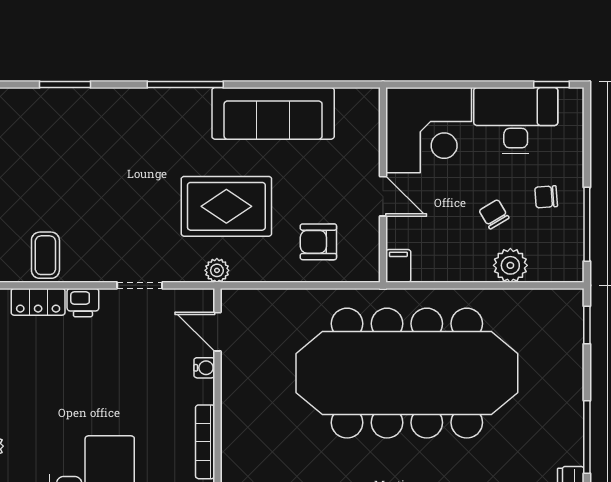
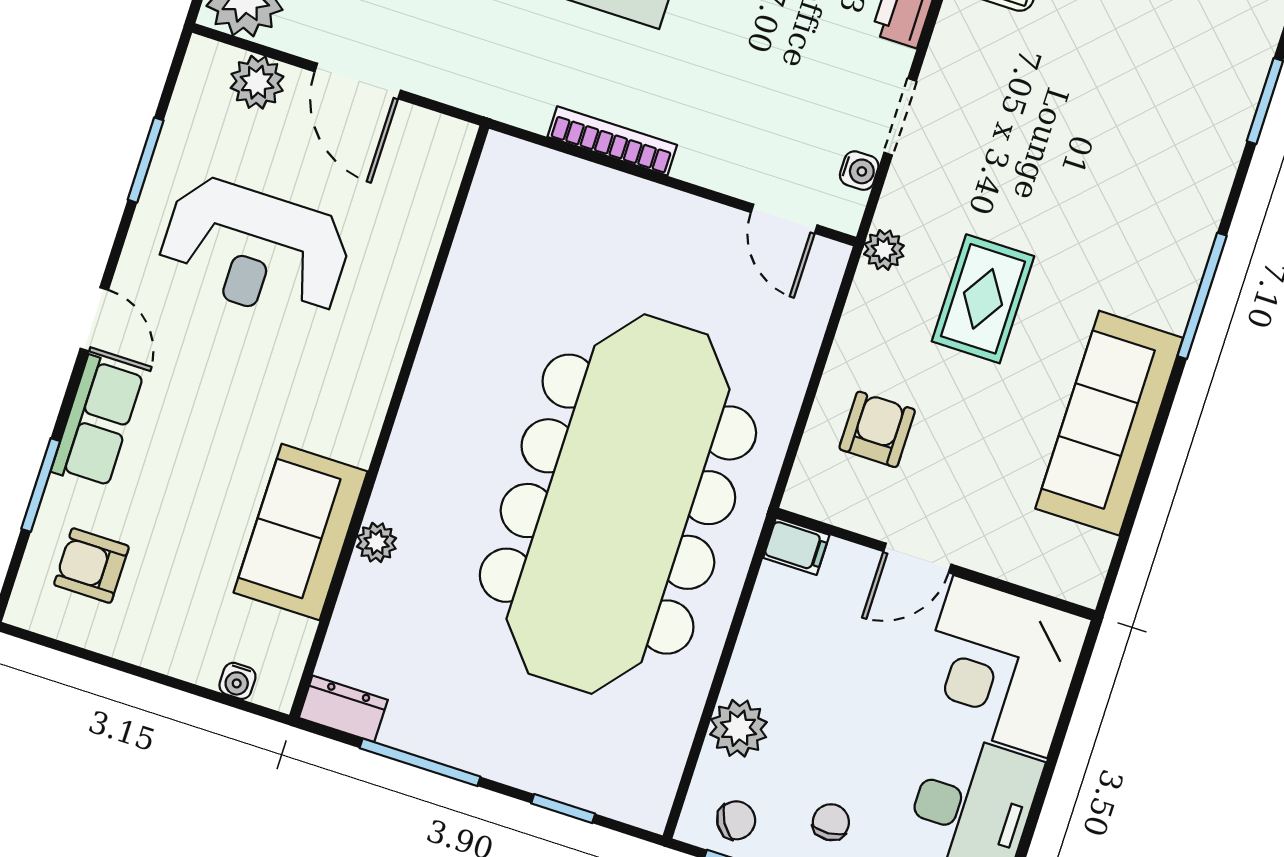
rug: (226, 206) -> (983, 299), width x0.73, depth x0.70
chair: (494, 214) -> (736, 820), moved
window: (587, 325) -> (563, 809), moved
door: (218, 332) -> (784, 219), swing flipped
water cooler: (204, 368) -> (859, 171), moved, turned -90

